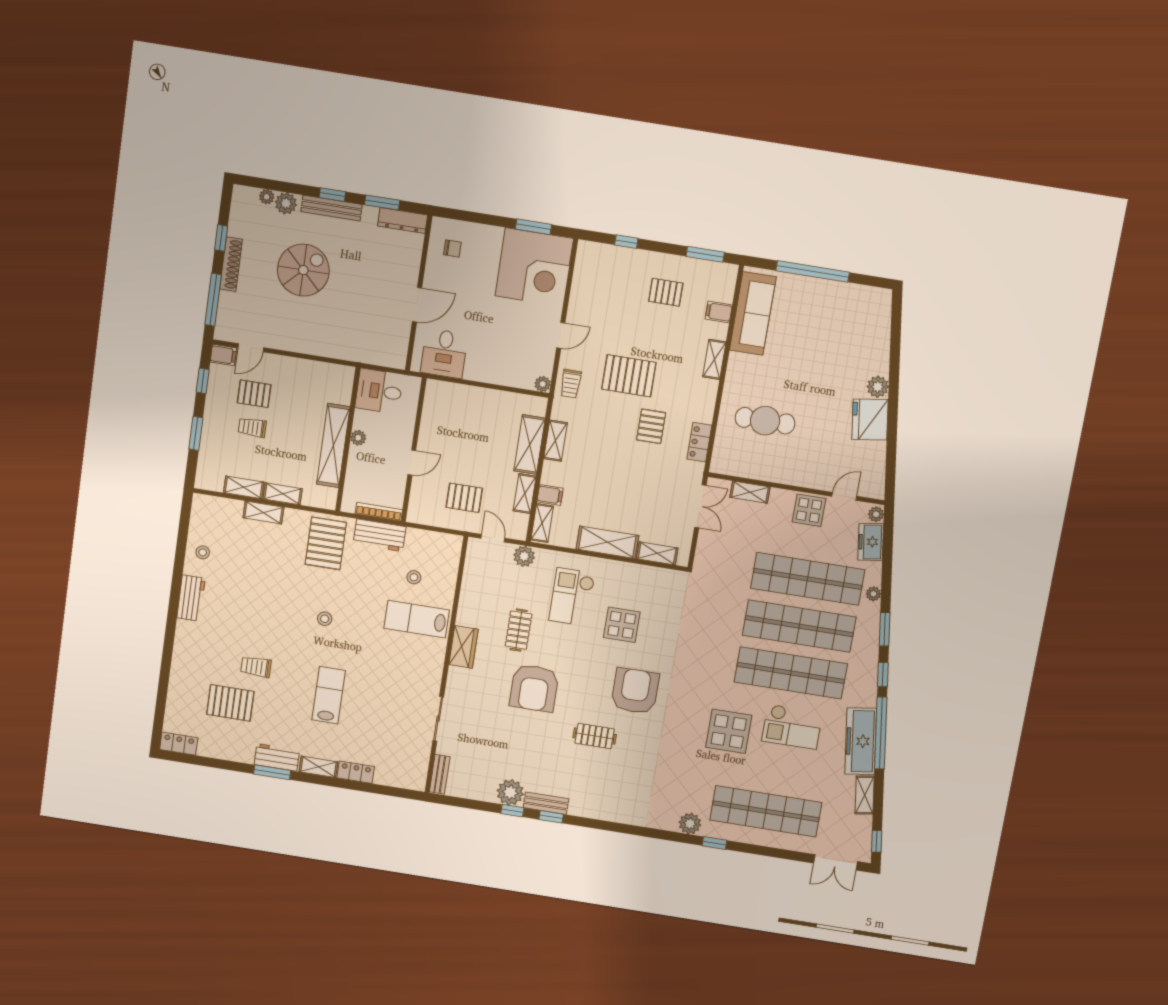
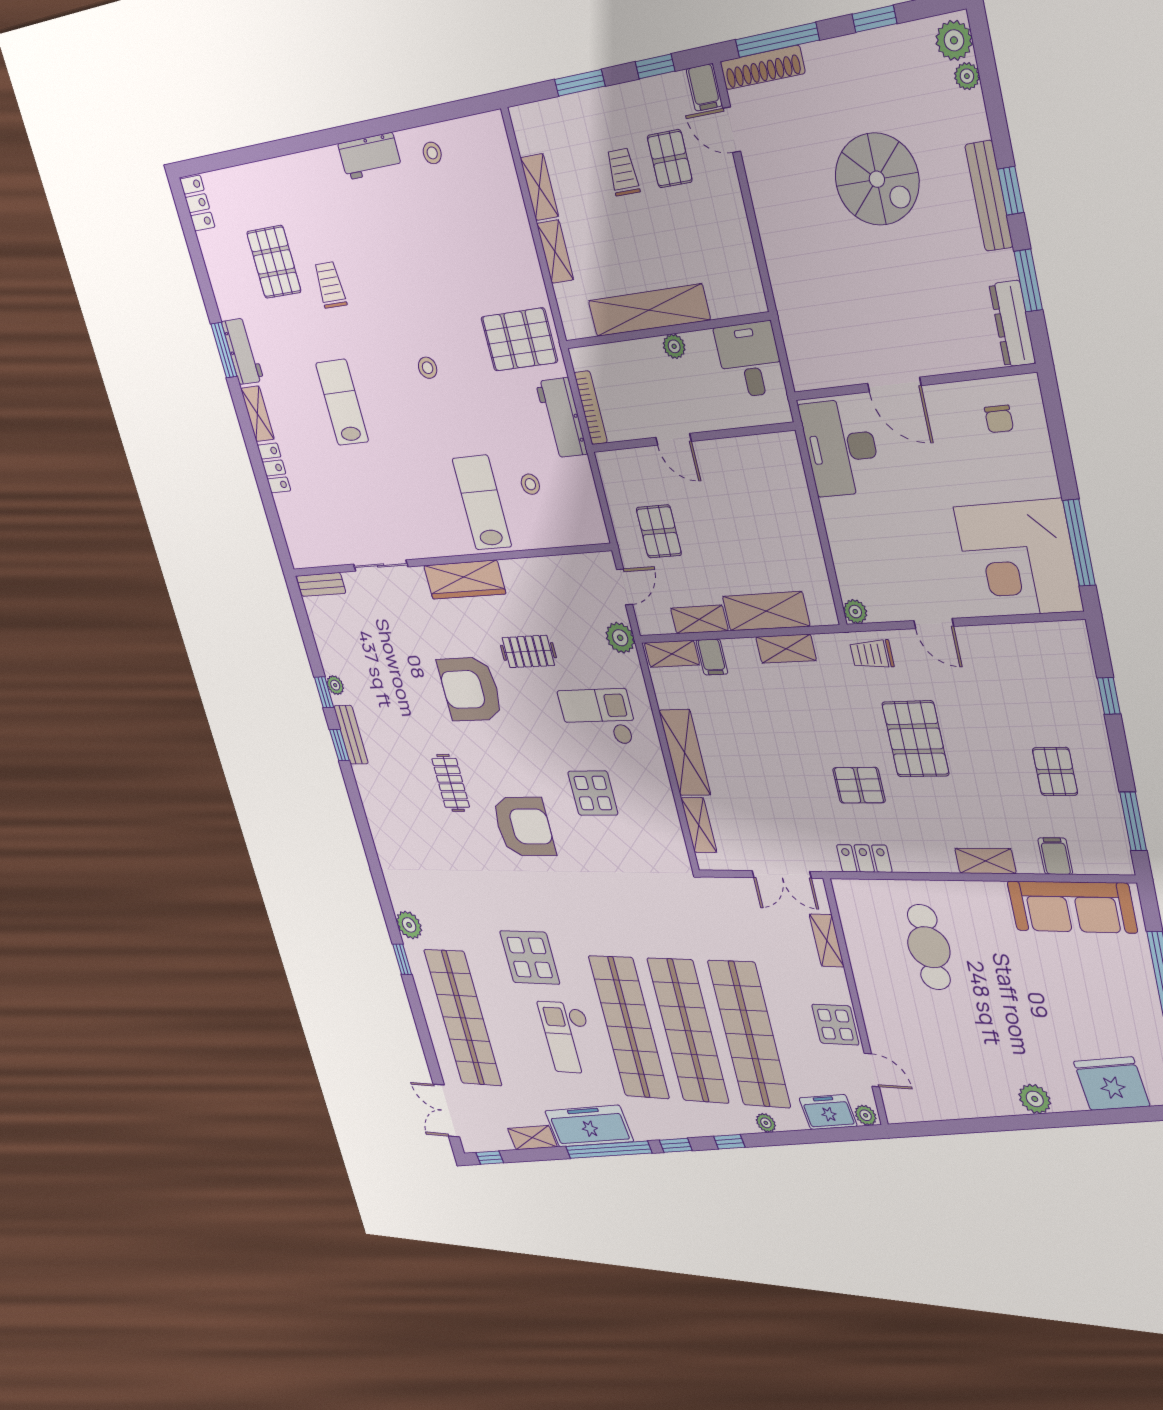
plant: (286, 203) -> (954, 40), moved
window: (533, 227) -> (1079, 543), width x1.44
shoe rack: (231, 264) -> (762, 67), moved
desk: (444, 353) -> (841, 448), width x1.37
fridge: (870, 419) -> (1112, 1084), moved
shelving: (263, 513) -> (520, 230), removed
window: (885, 629) -> (729, 1142), width x0.67
wardrobe: (463, 647) -> (465, 580), width x1.50
lab bench: (329, 695) -> (342, 402), turned -90
plant: (510, 792) -> (335, 685), width x0.53, depth x0.53

